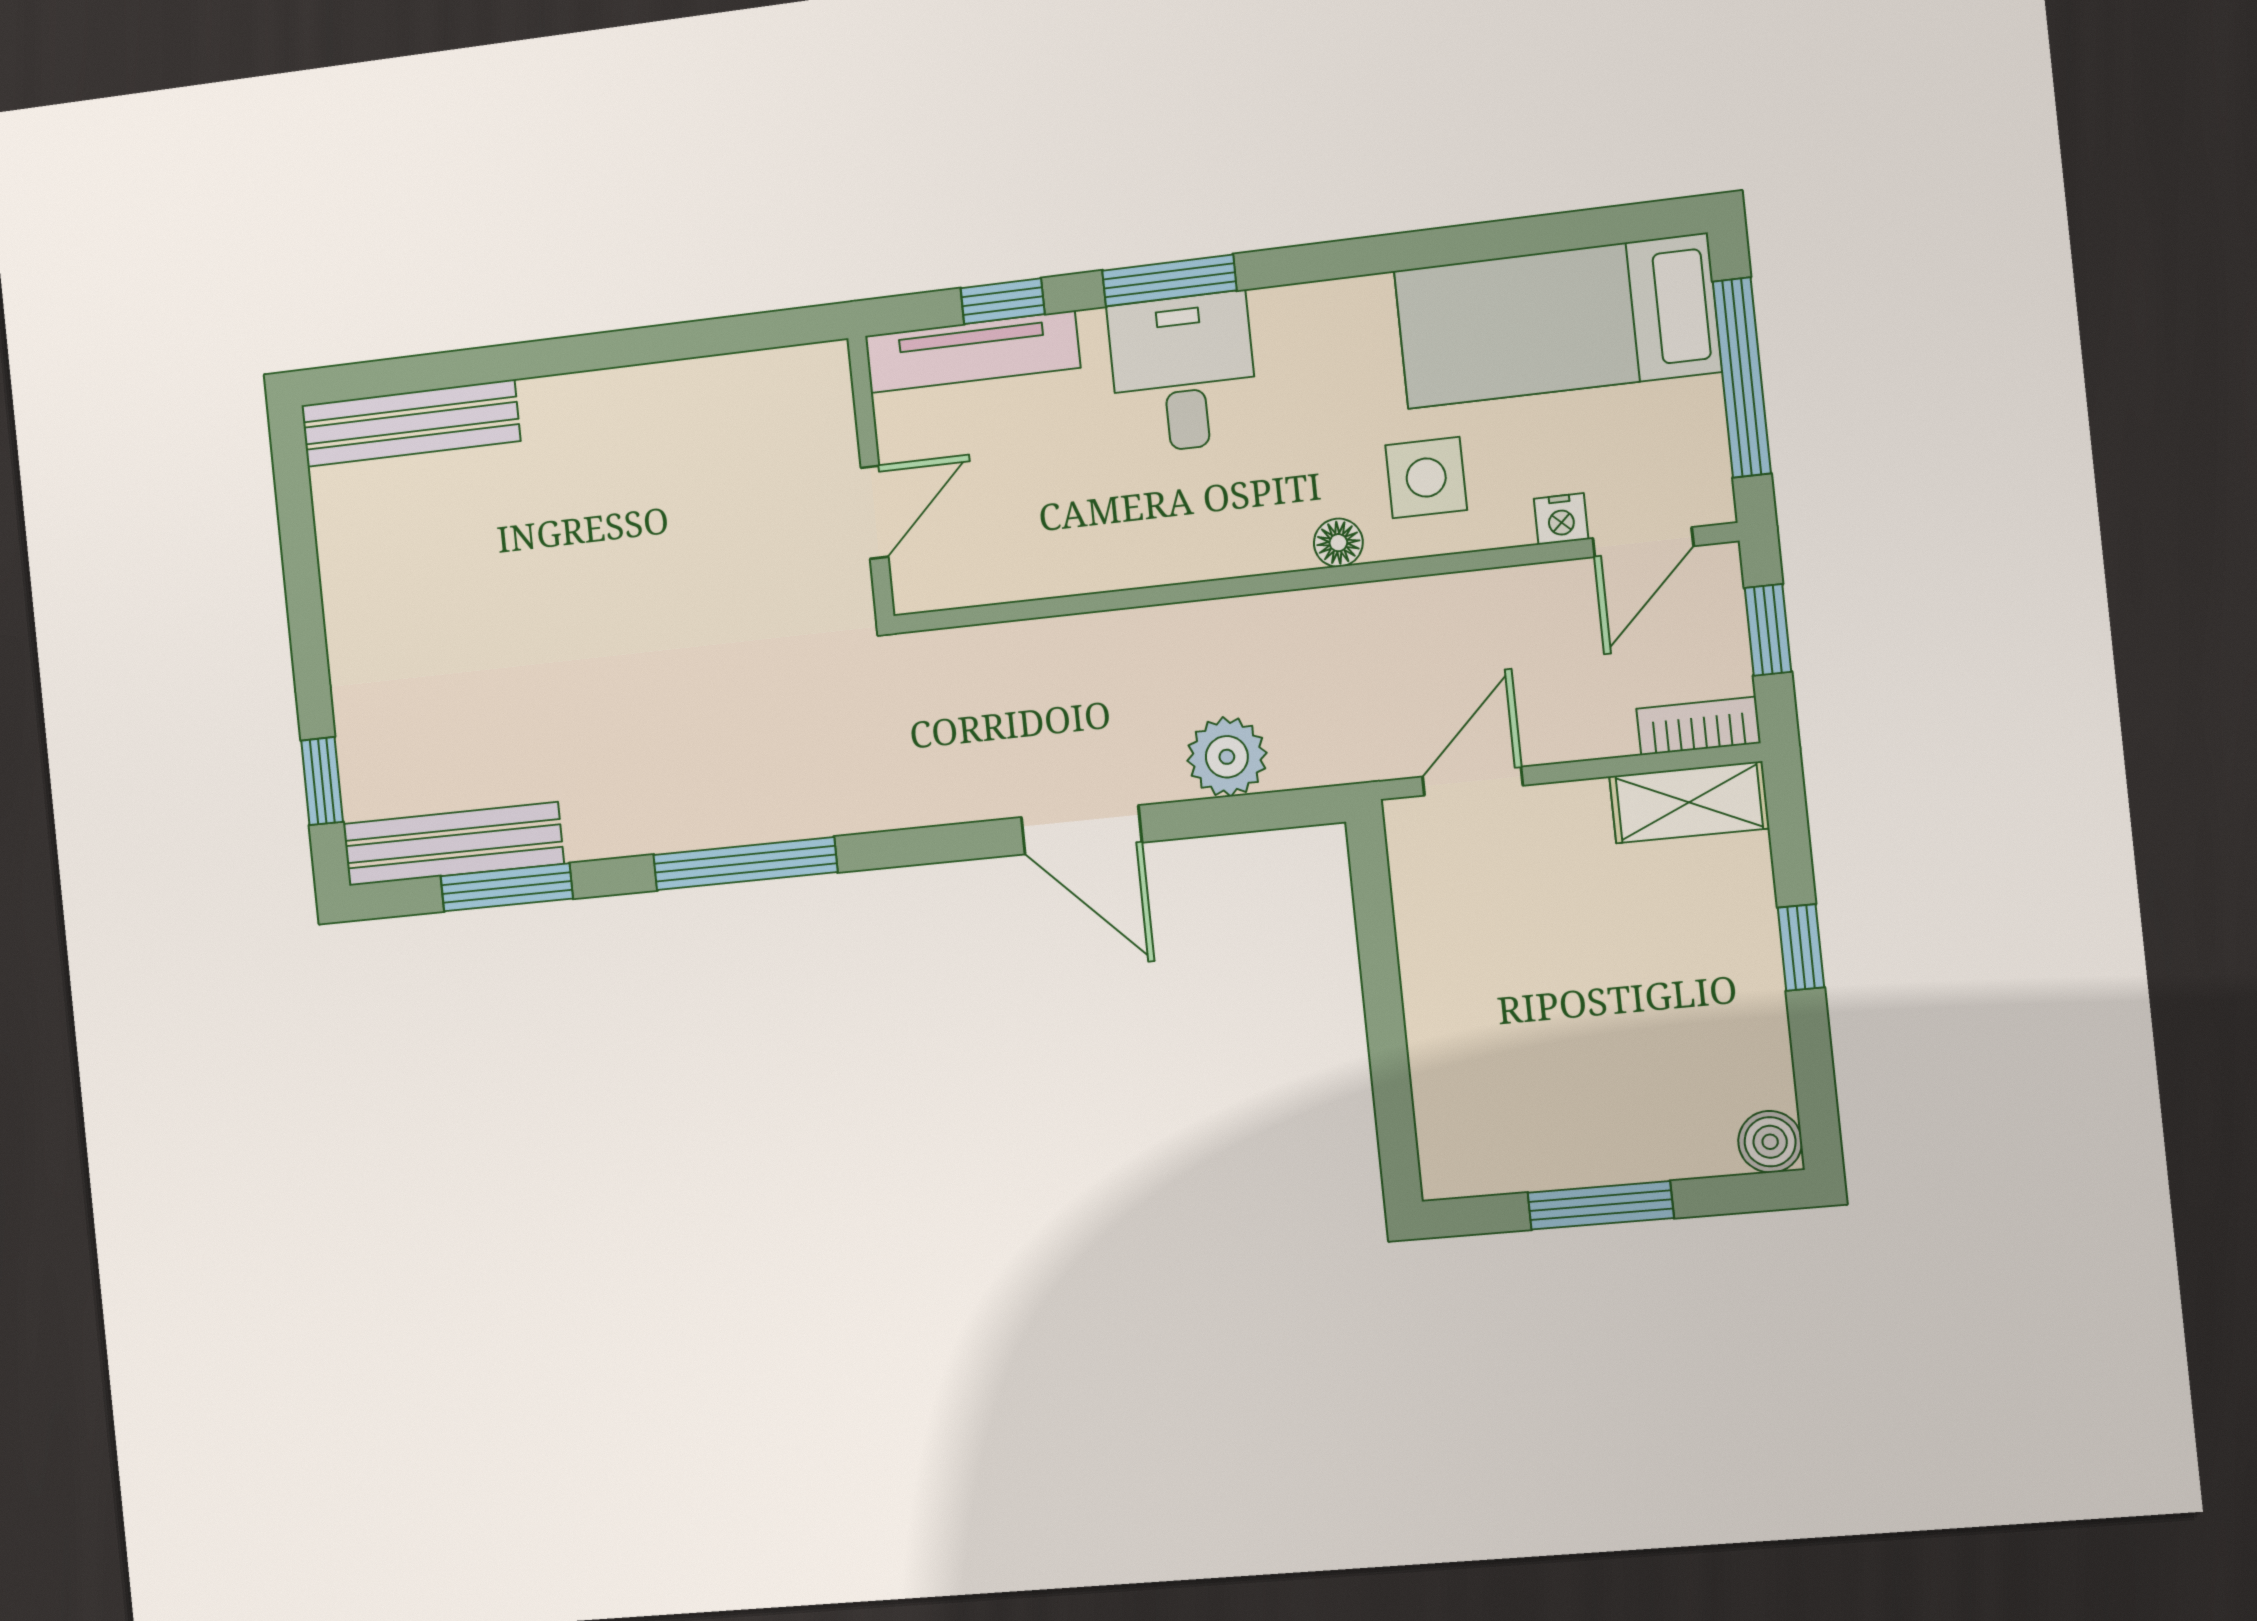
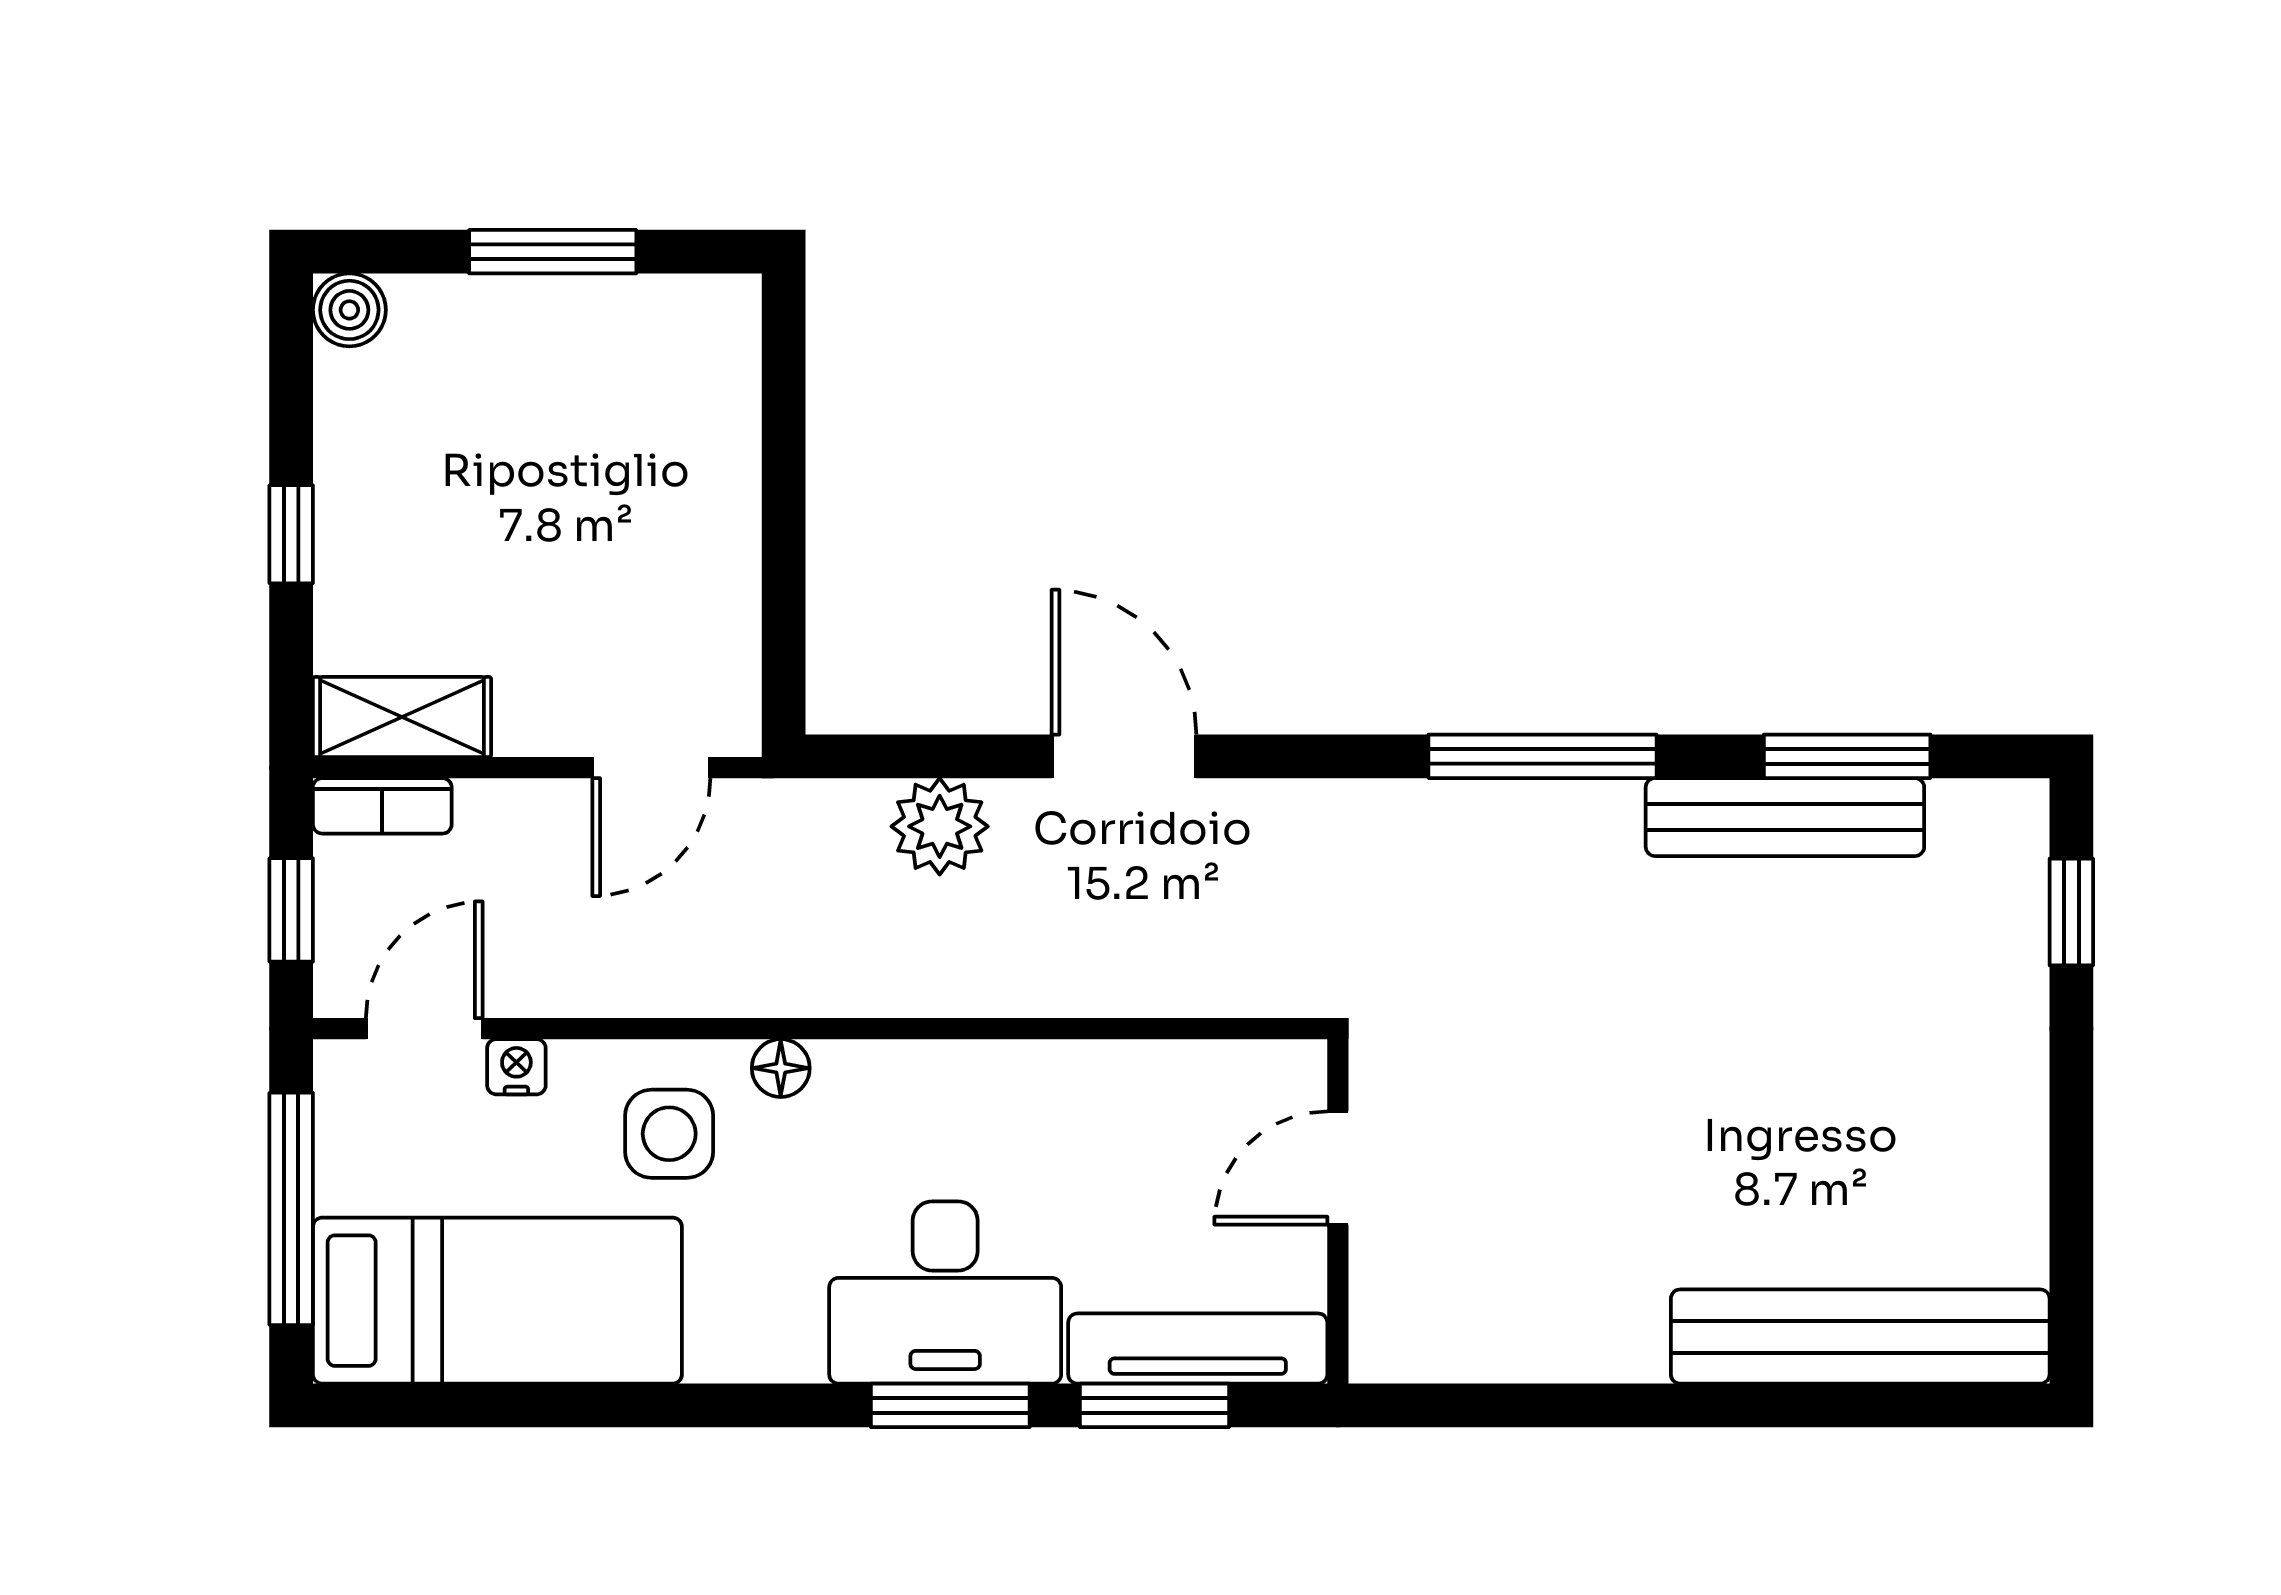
window: (1003, 301) -> (1154, 1405), width x1.50
desk: (1183, 373) -> (945, 1292), width x1.37
bench: (410, 423) -> (1860, 1337), width x1.37, depth x1.21
bench: (453, 844) -> (1785, 817), moved

